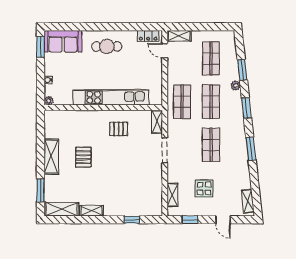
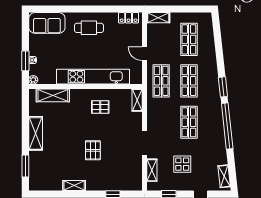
window: (41, 47) -> (25, 61), moved
door: (165, 51) -> (144, 54), moved
window: (242, 70) -> (219, 50), removed
plant: (236, 86) -> (212, 65), removed
window: (251, 149) -> (227, 126), width x2.11
doorway: (165, 150) -> (144, 143), moved
pallet: (83, 157) -> (93, 150), moved
shelving: (62, 209) -> (53, 95), moved

